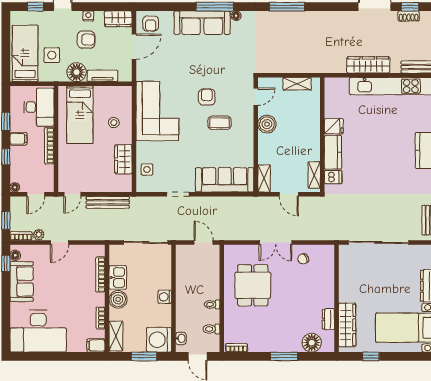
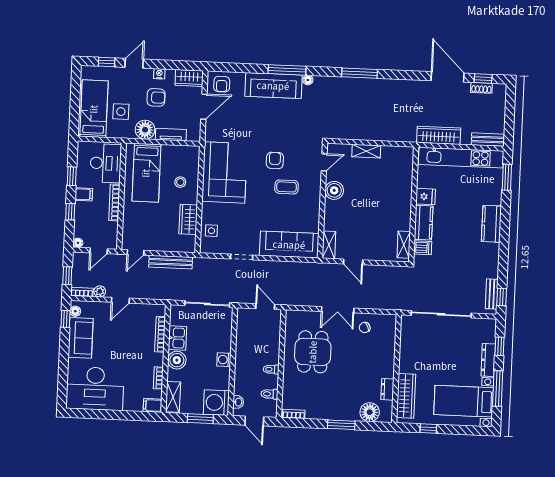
fridge: (334, 126) -> (426, 197), moved
wall: (322, 135) -> (414, 205), moved
kitchen counter: (333, 152) -> (424, 223), moved
shelving: (314, 175) -> (404, 245), moved
dishwasher: (333, 177) -> (423, 248), moved

